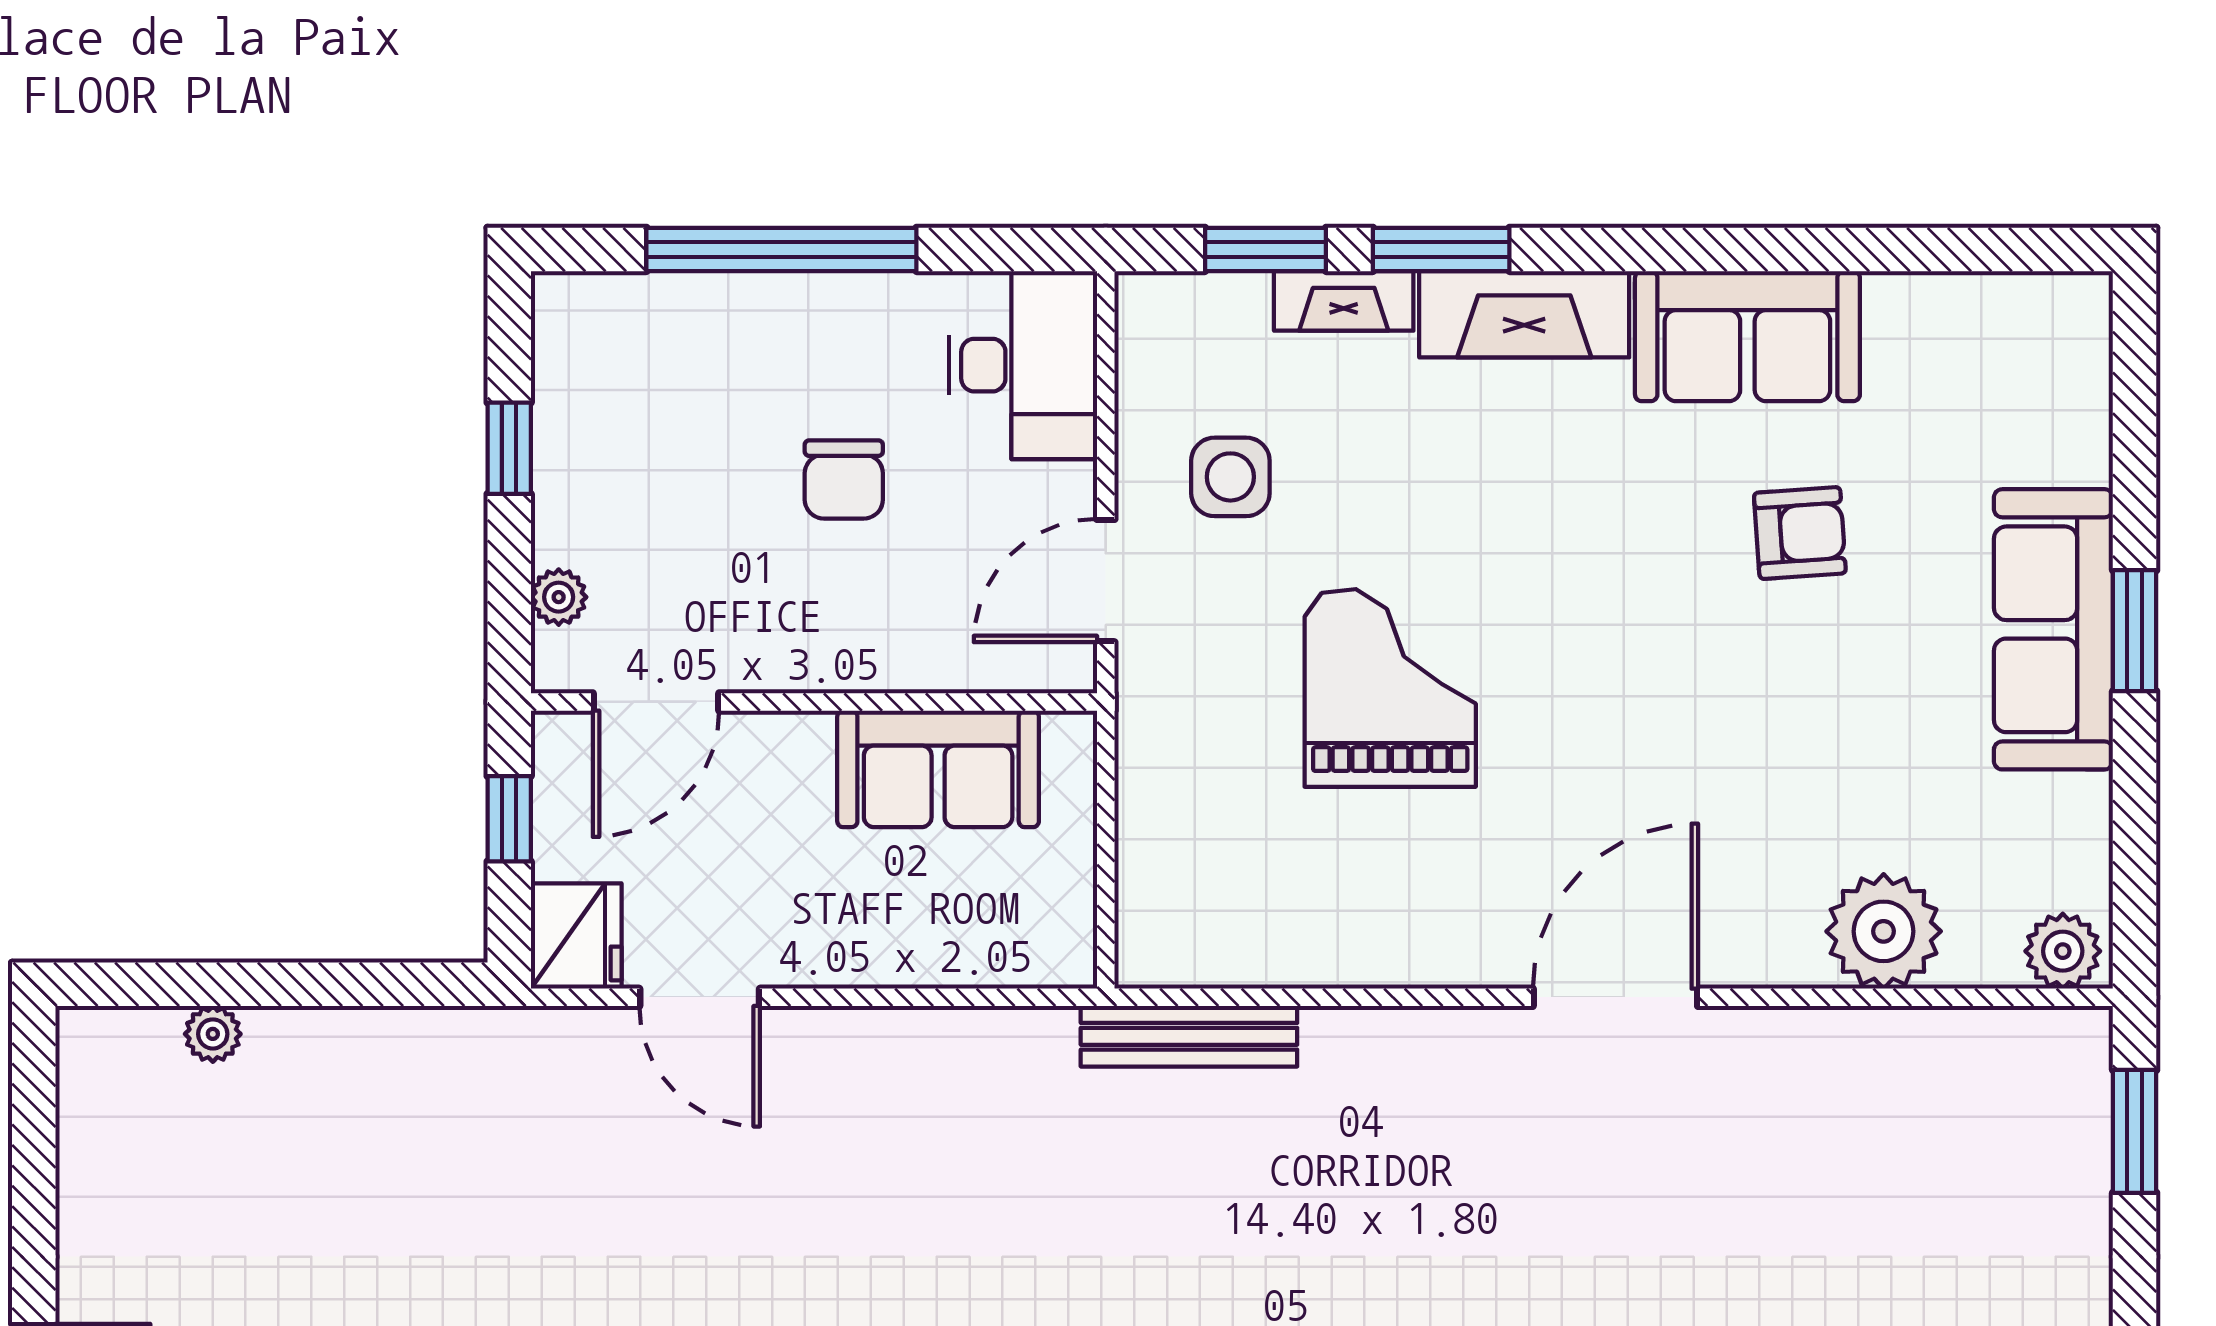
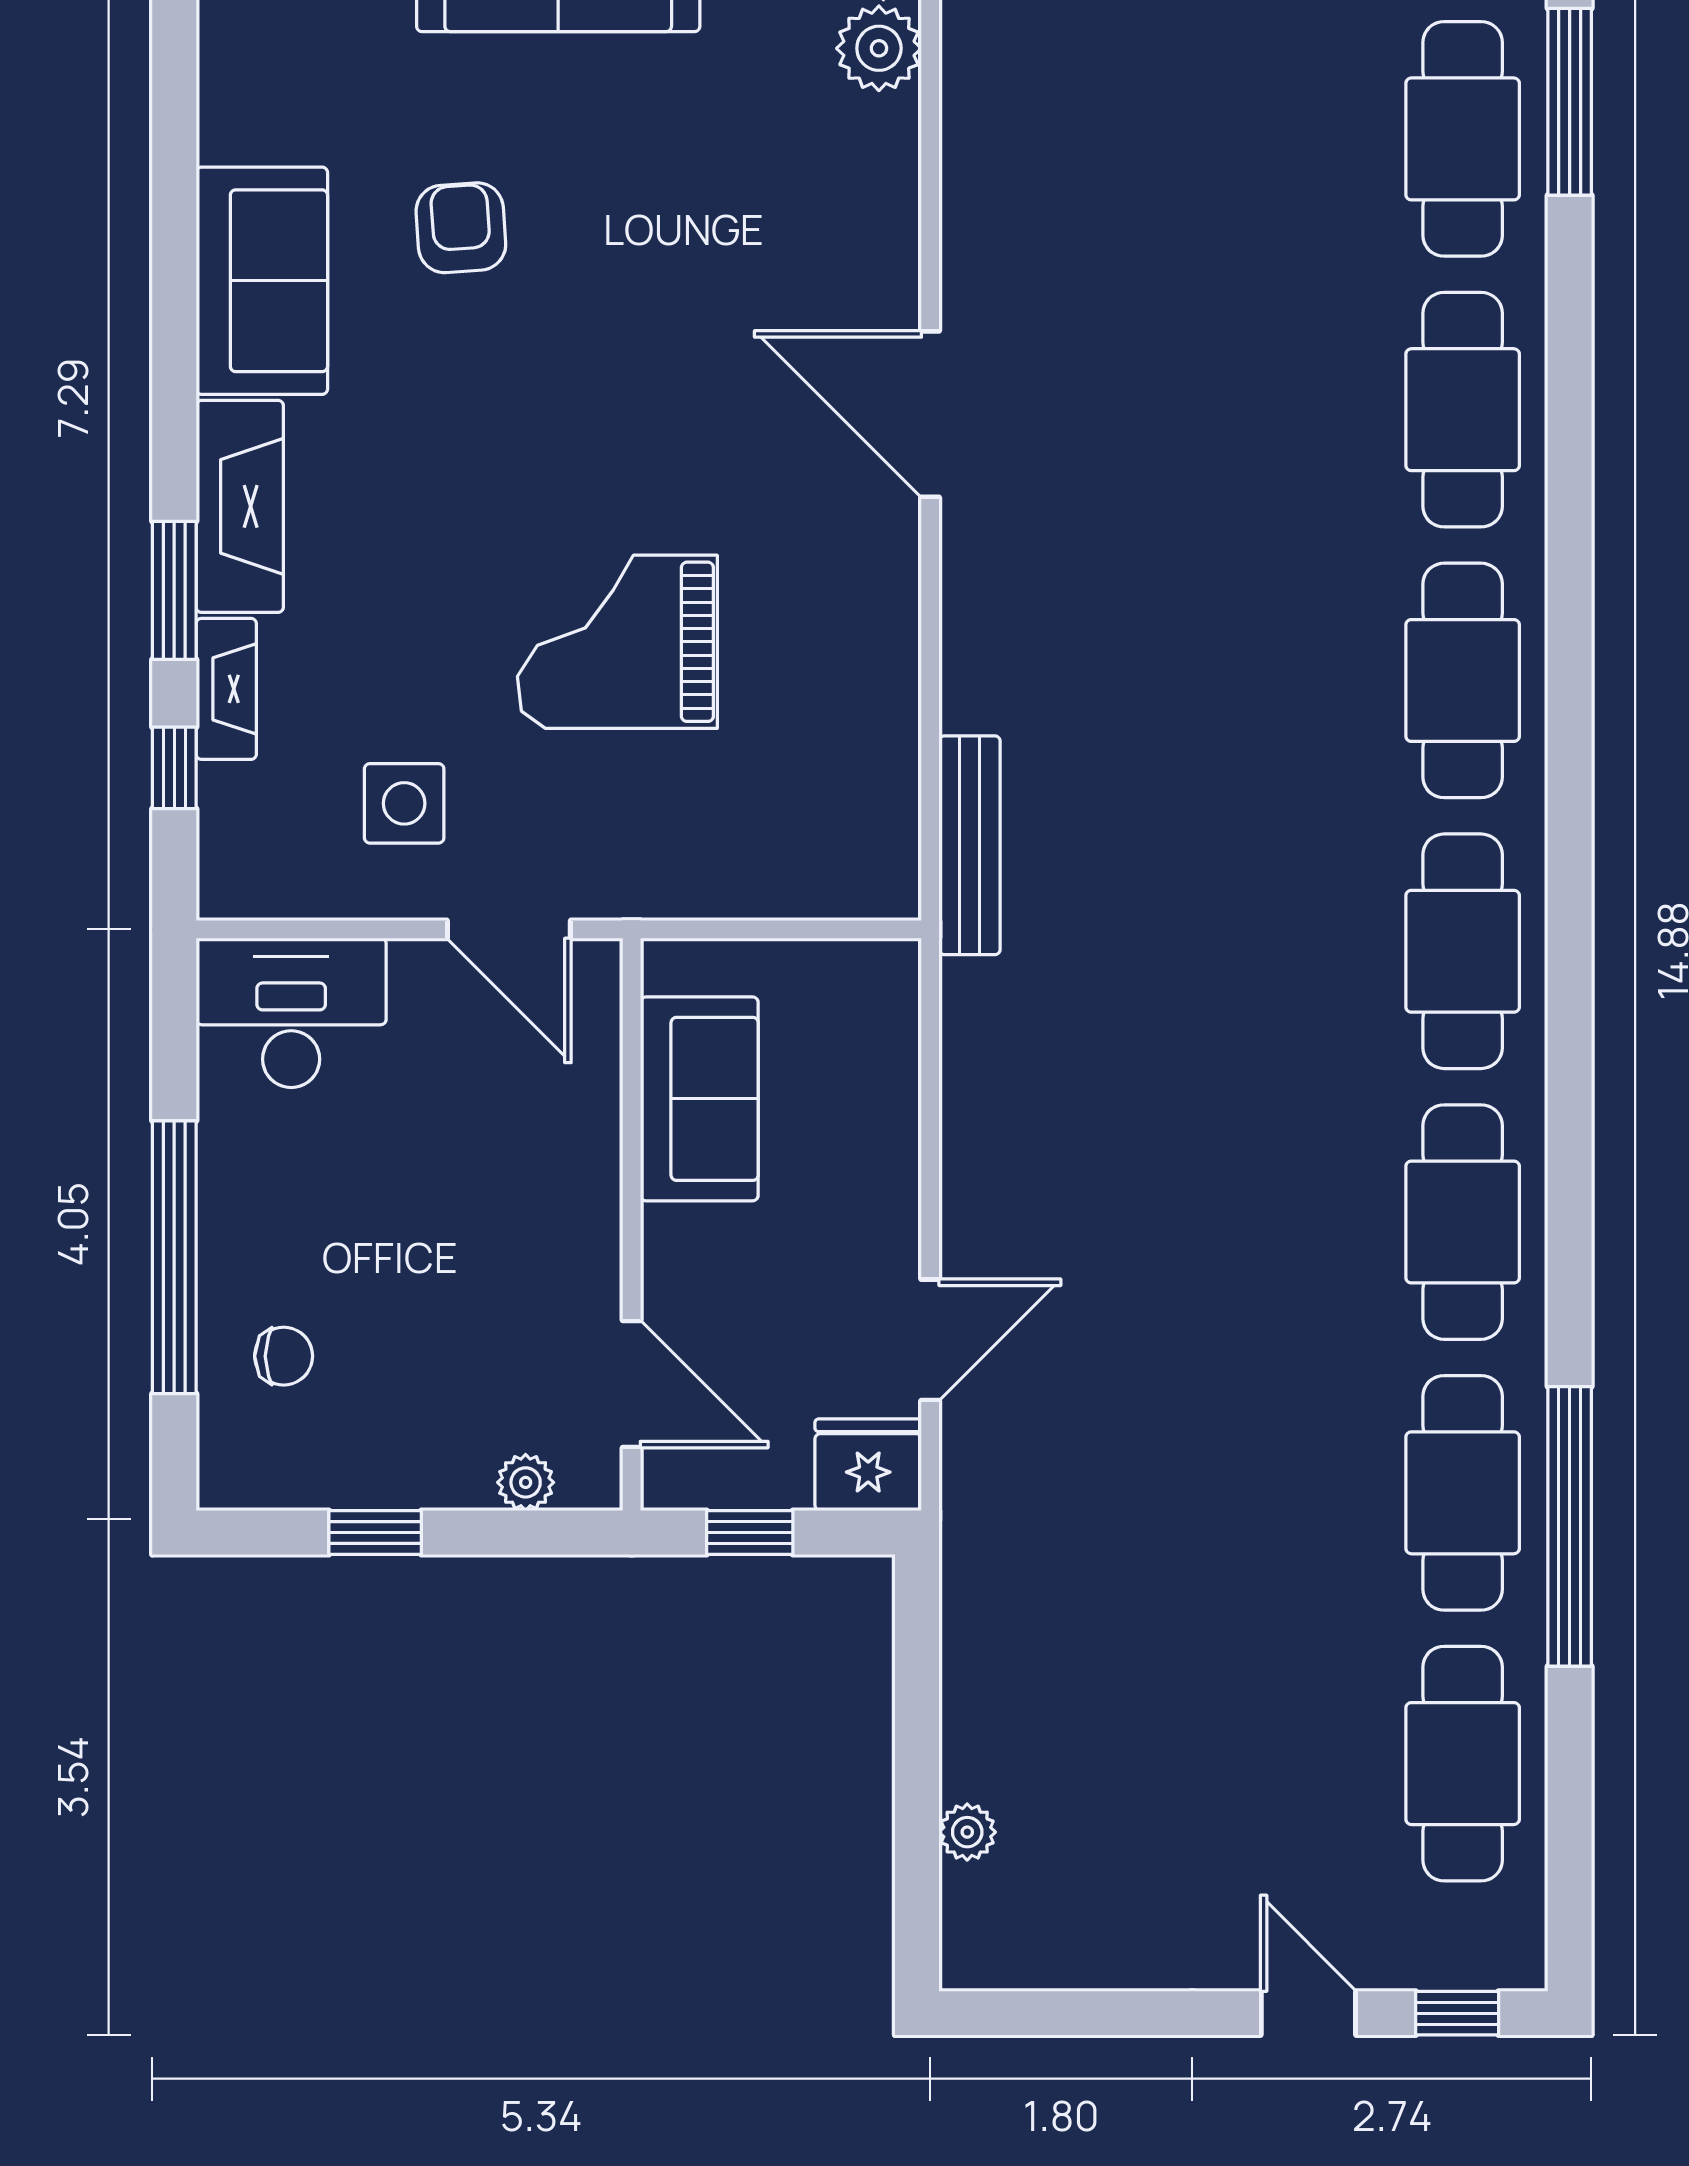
window: (1265, 249) -> (174, 768), width x0.67
chair: (844, 479) -> (284, 1356), moved, width x0.73, depth x0.73
plant: (1884, 931) -> (879, 48), moved, width x0.73, depth x0.73

